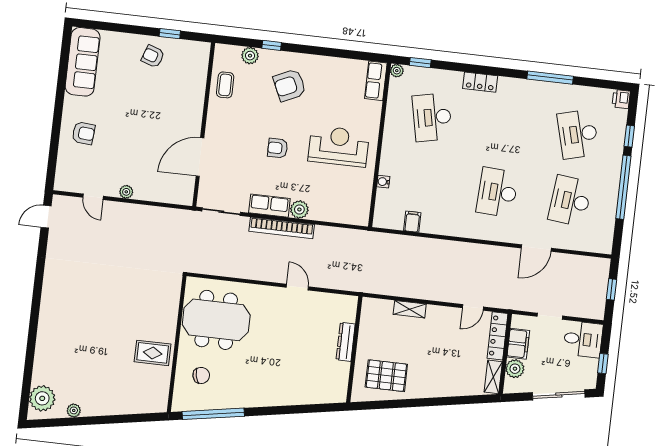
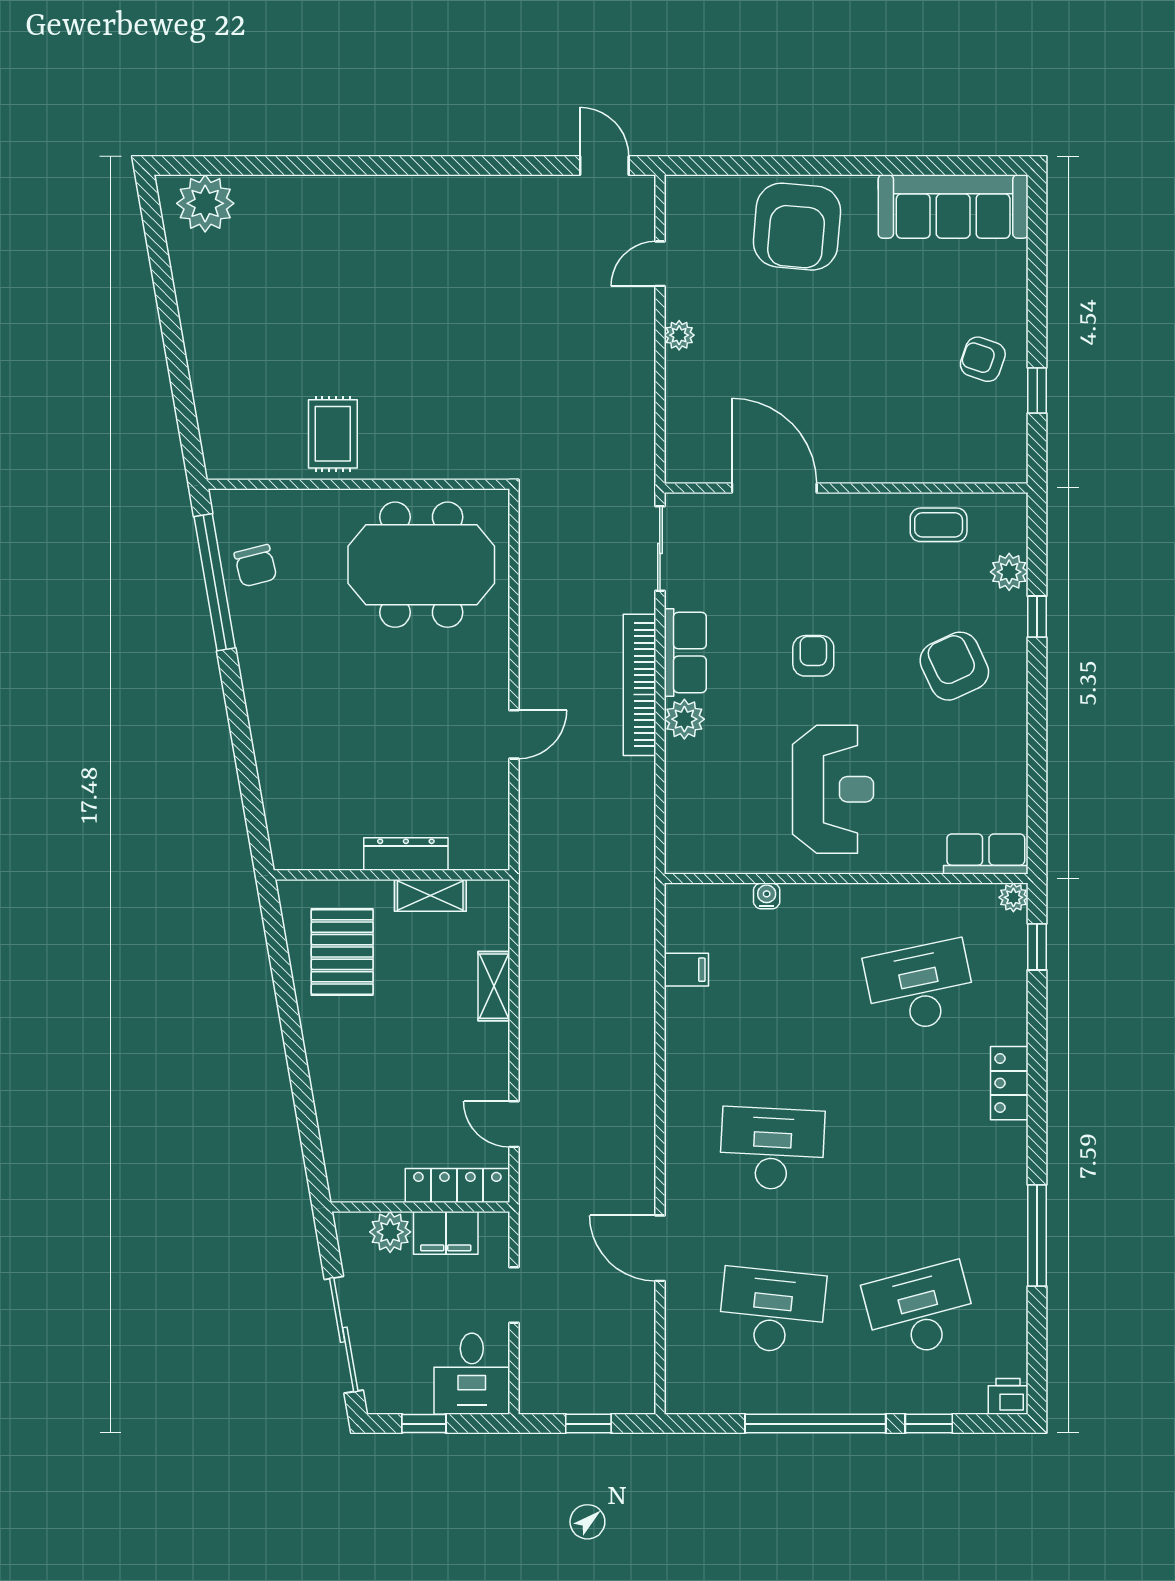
armchair: (153, 56) -> (983, 359), turned -90
armchair: (83, 133) -> (797, 227), width x1.88, depth x1.88
meeting table: (216, 320) -> (421, 565), turned 90
chair: (201, 375) -> (255, 566), moved
shelving: (493, 377) -> (430, 895), moved
plant: (74, 410) -> (187, 276), removed

